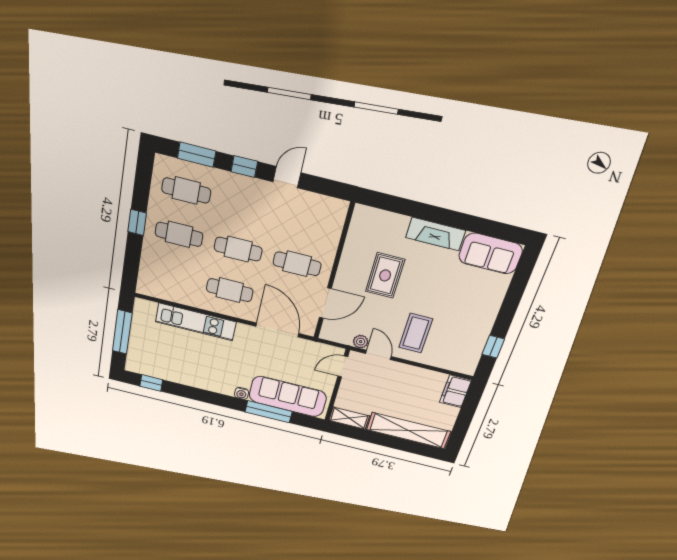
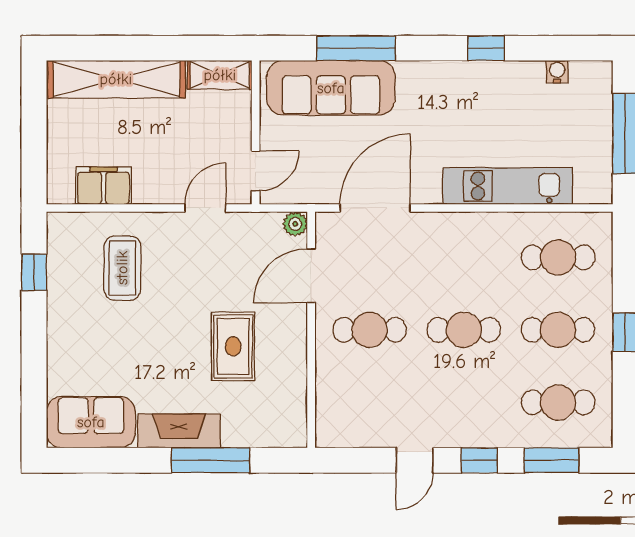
window: (421, 211) -> (211, 460), added
cafe table: (230, 290) -> (558, 257), moved
door: (277, 330) -> (375, 208), swing flipped
coffee table: (416, 333) -> (122, 268), moved
plant: (361, 342) -> (295, 224), moved
door: (378, 355) -> (205, 208), swing flipped
window: (151, 383) -> (486, 48), moved
filing cabinet: (455, 391) -> (103, 186), moved, turned -90
water cooler: (242, 393) -> (557, 72), moved

